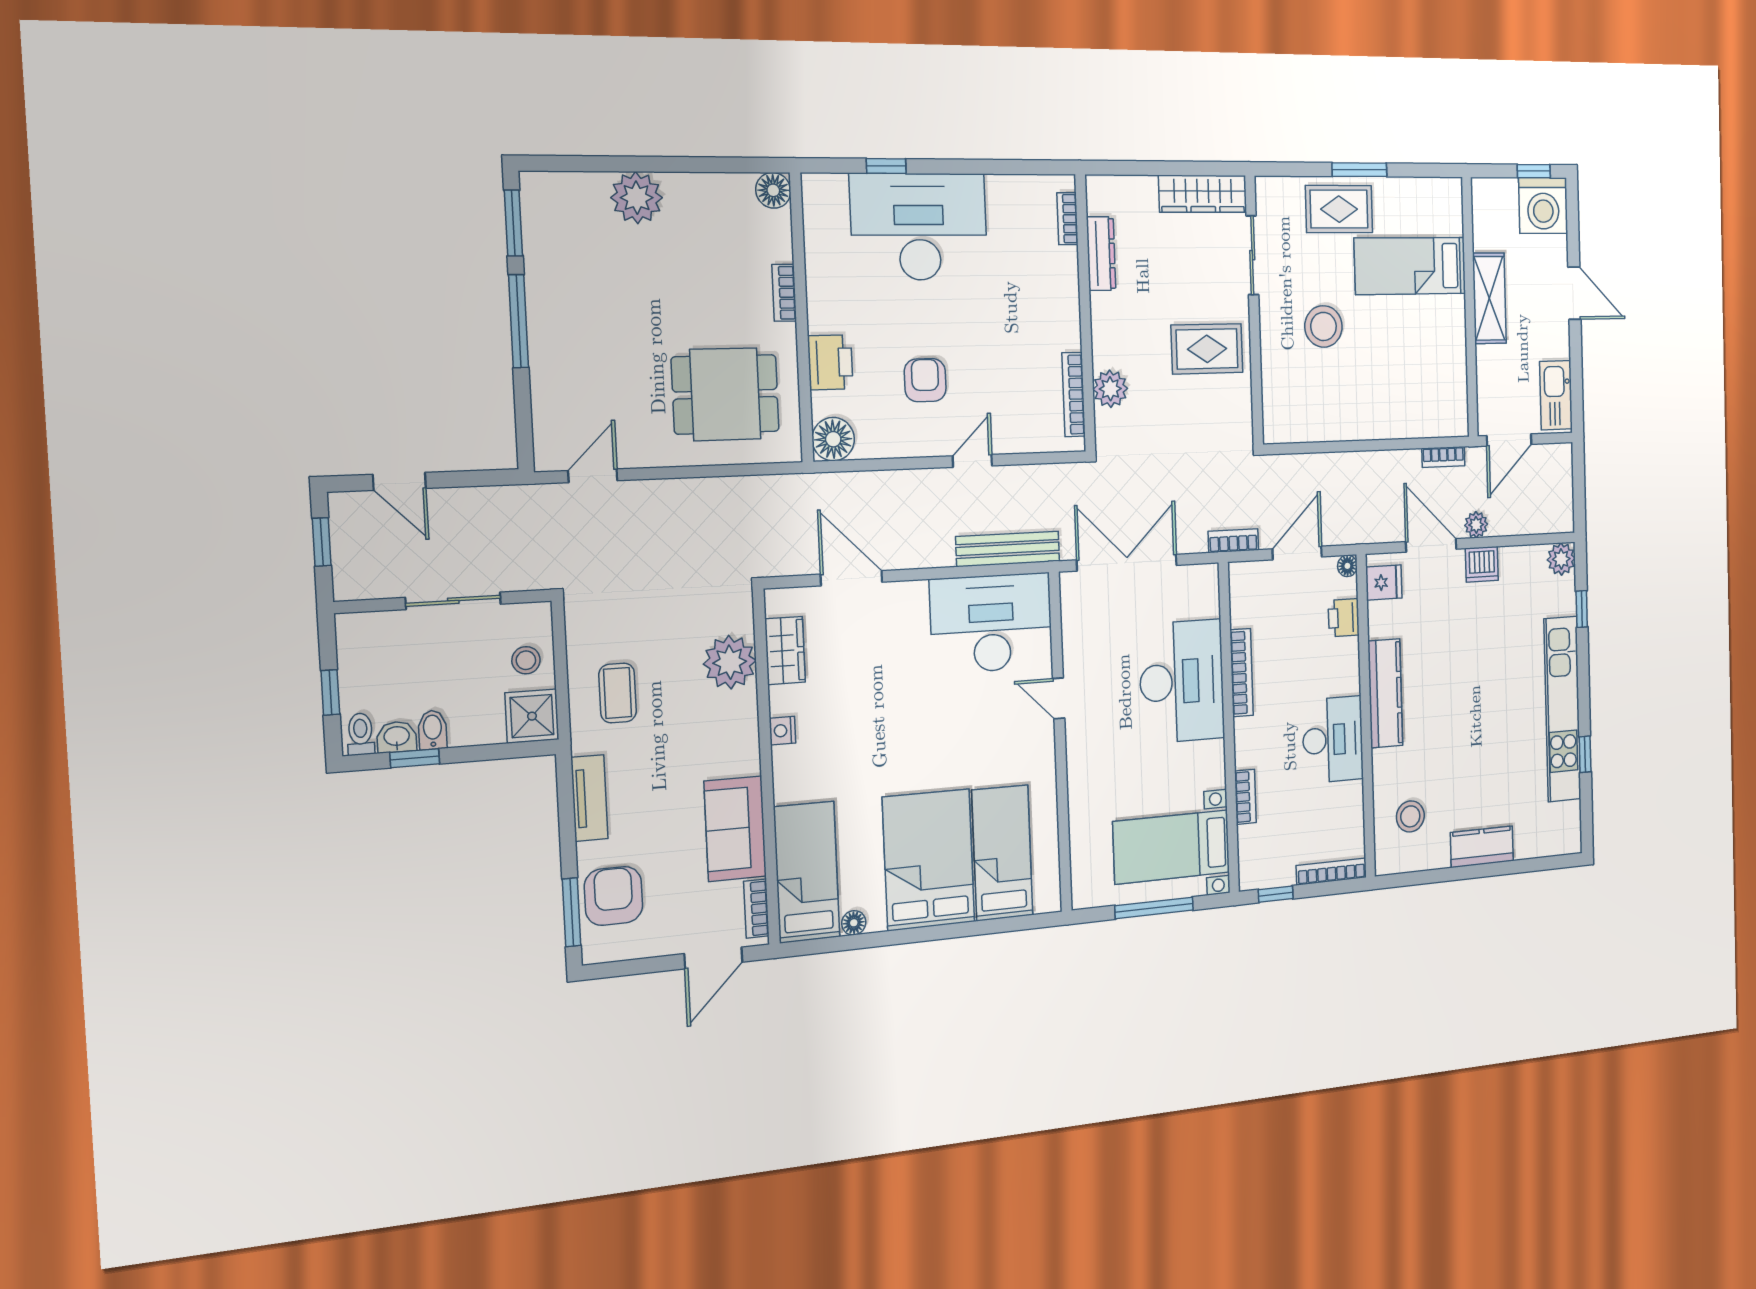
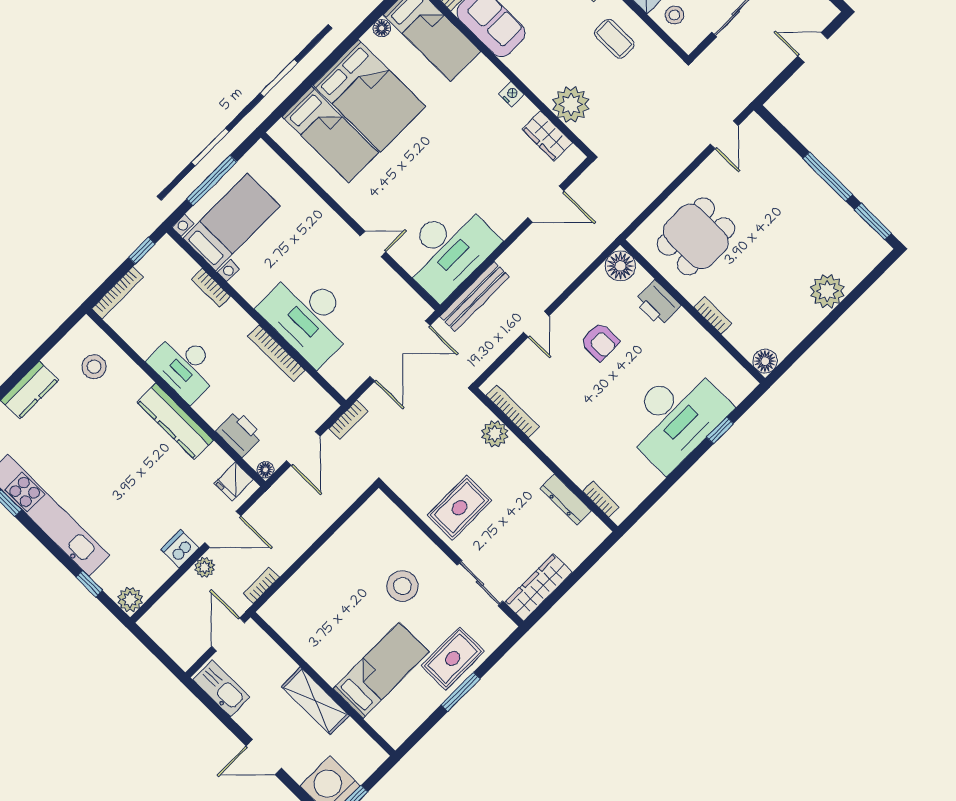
printer: (1344, 618) -> (239, 434), width x1.36, depth x1.24

